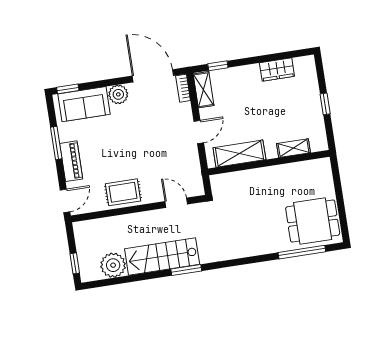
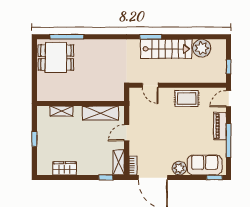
window: (56, 143) -> (229, 141), width x1.44
window: (75, 263) -> (229, 67), moved

